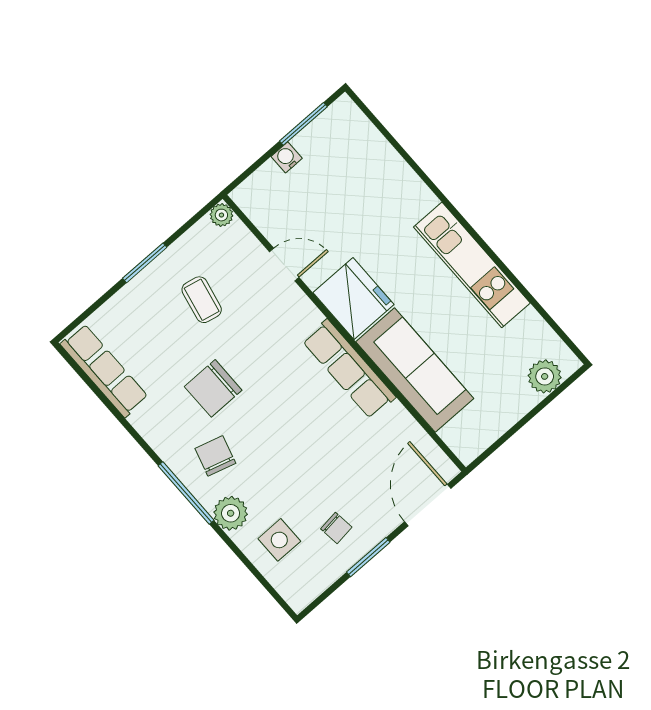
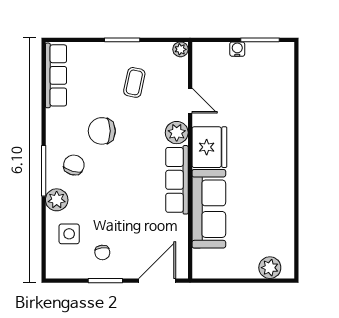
kitchen unit: (472, 265) -> (282, 182), removed
plant: (301, 315) -> (177, 133), added

